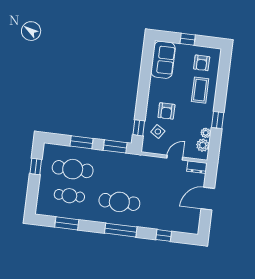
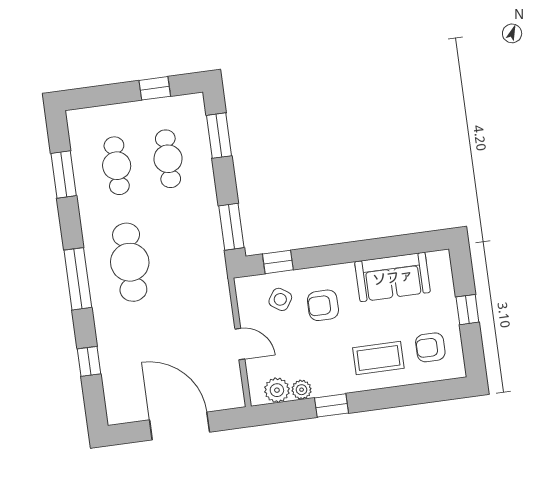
sofa: (163, 60) -> (393, 277), moved
window: (81, 142) -> (219, 136), moved
dresser: (197, 167) -> (233, 390), removed
cafe table: (73, 169) -> (168, 159), width x0.73, depth x0.74
door: (208, 199) -> (180, 426), width x1.36

